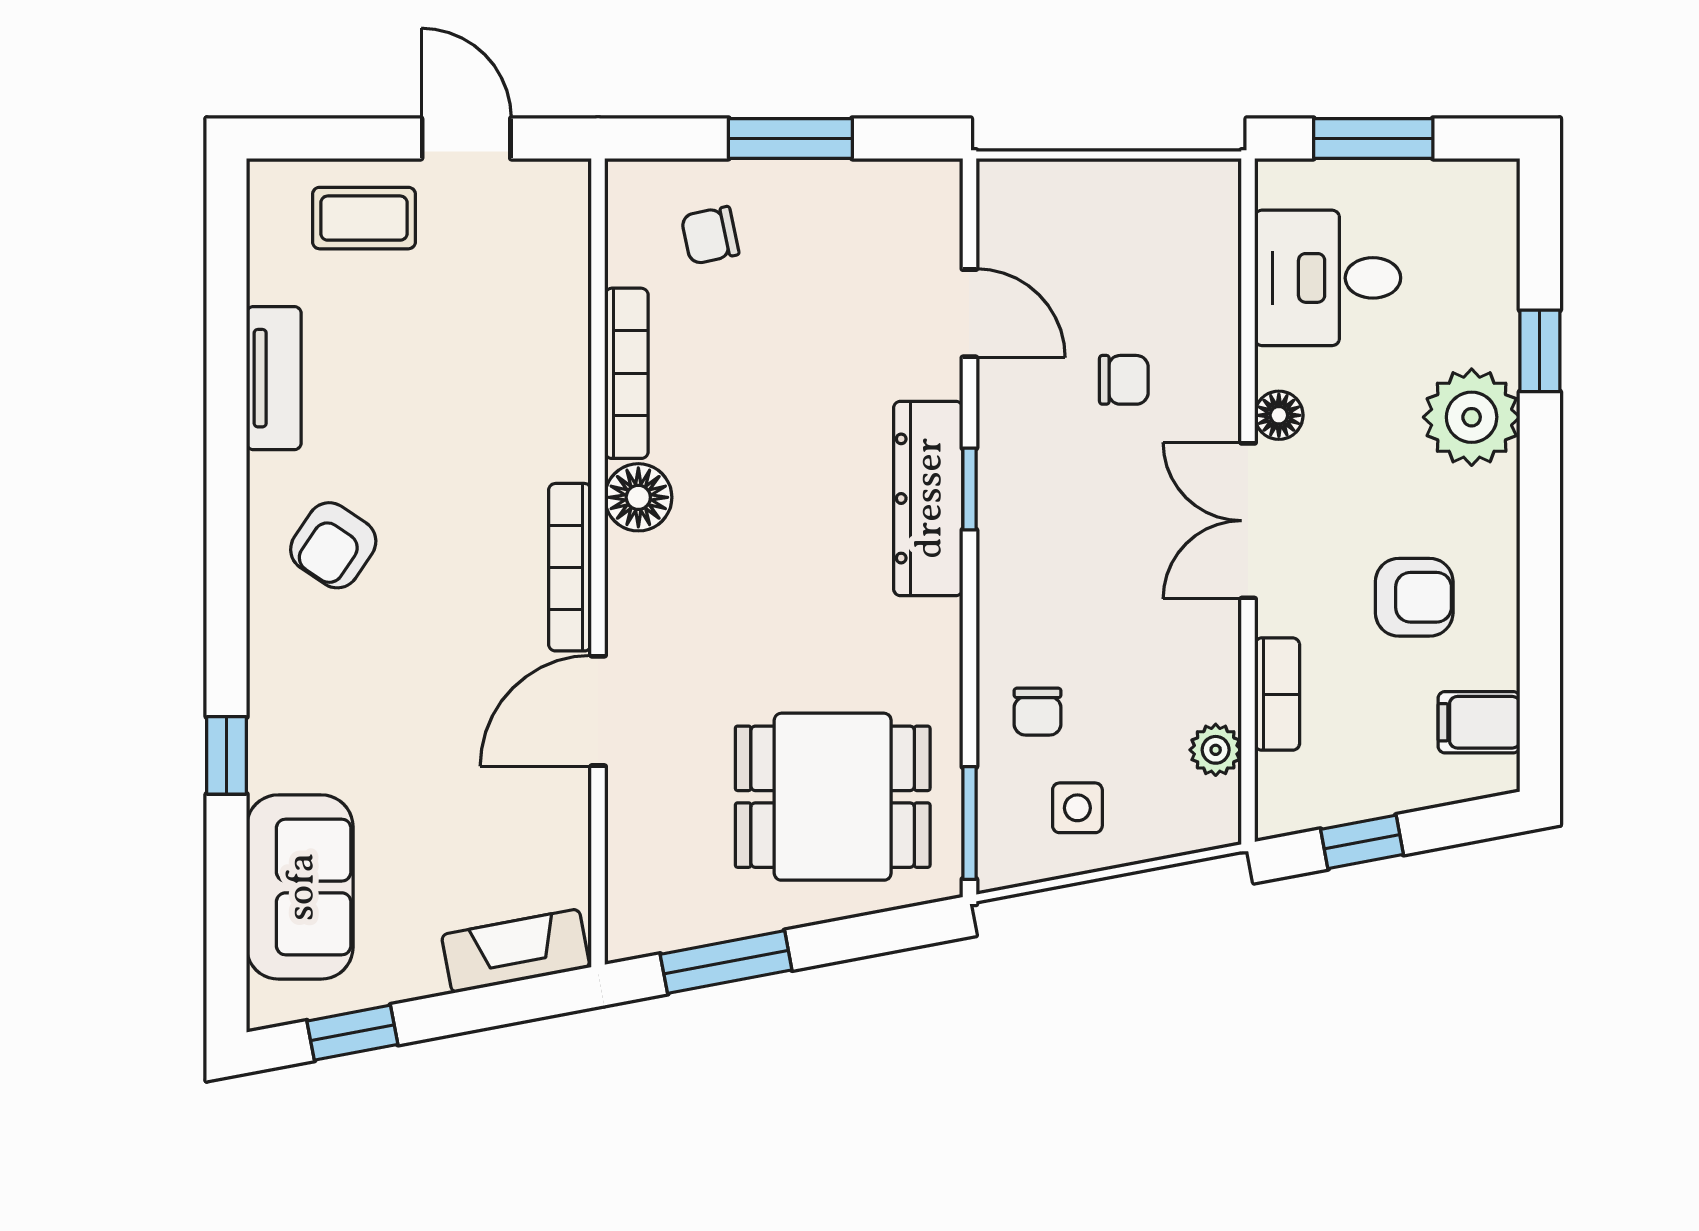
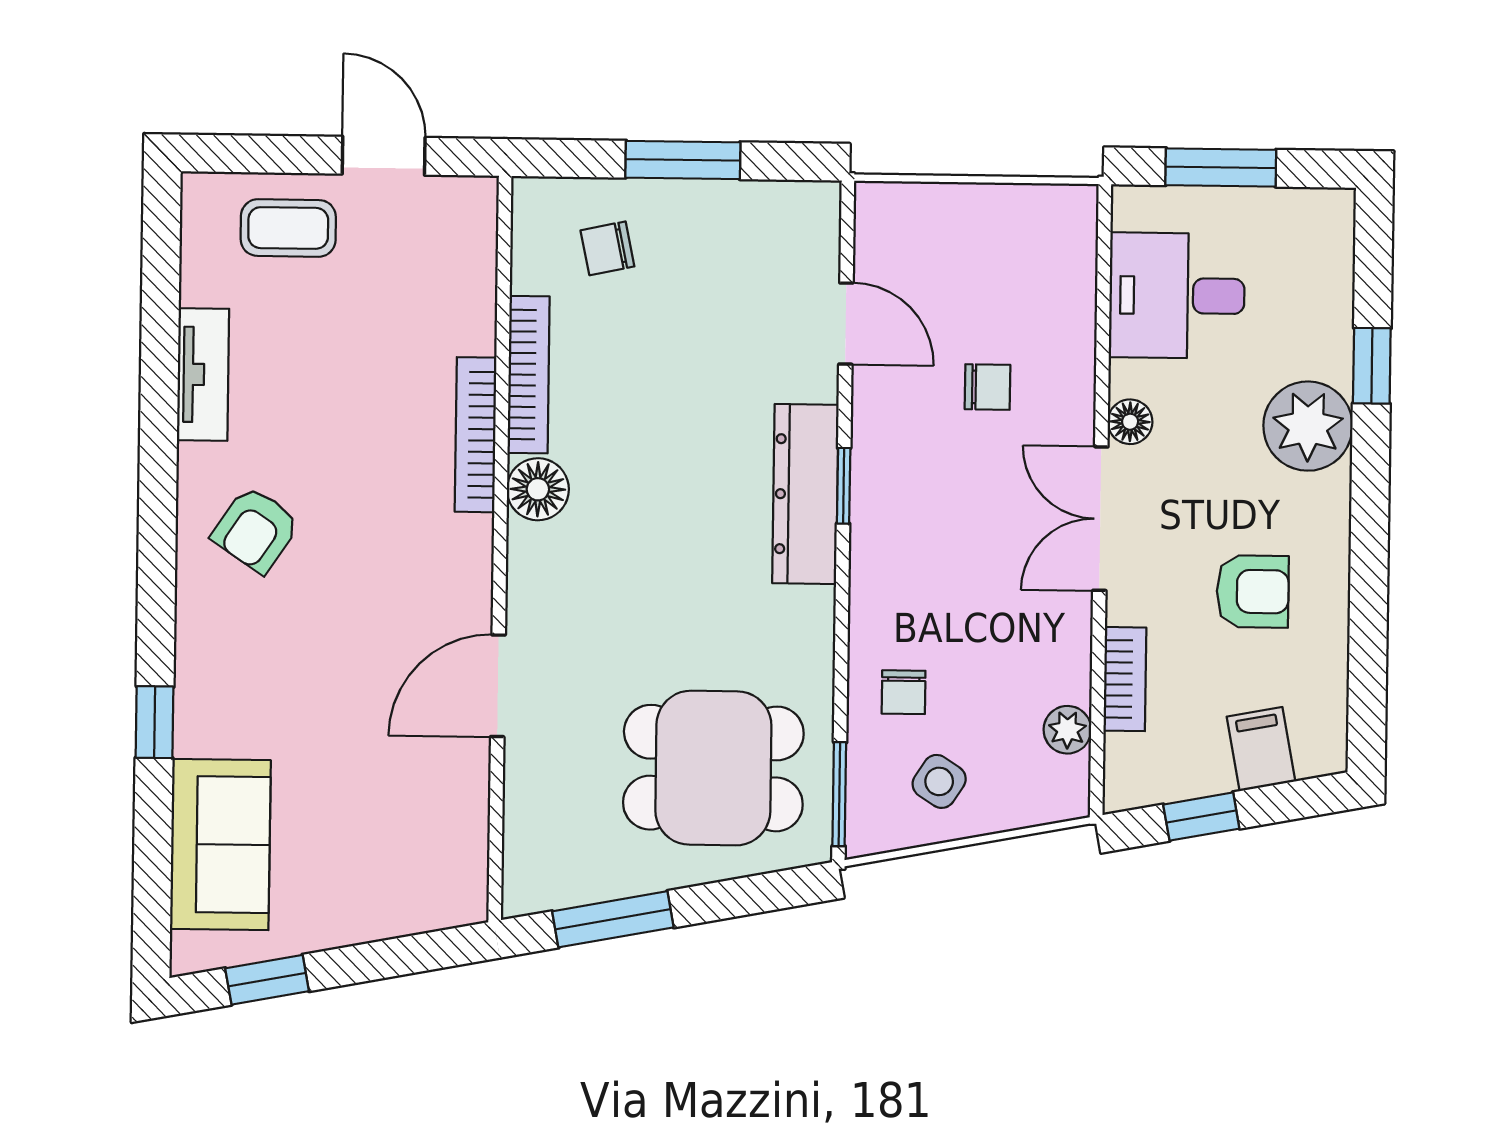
bookcase: (570, 567) -> (476, 435), moved
filing cabinet: (1479, 722) -> (1261, 749), moved, turned 79
side table: (1077, 808) -> (939, 781), turned 33
fireplace: (516, 951) -> (419, 906), removed

